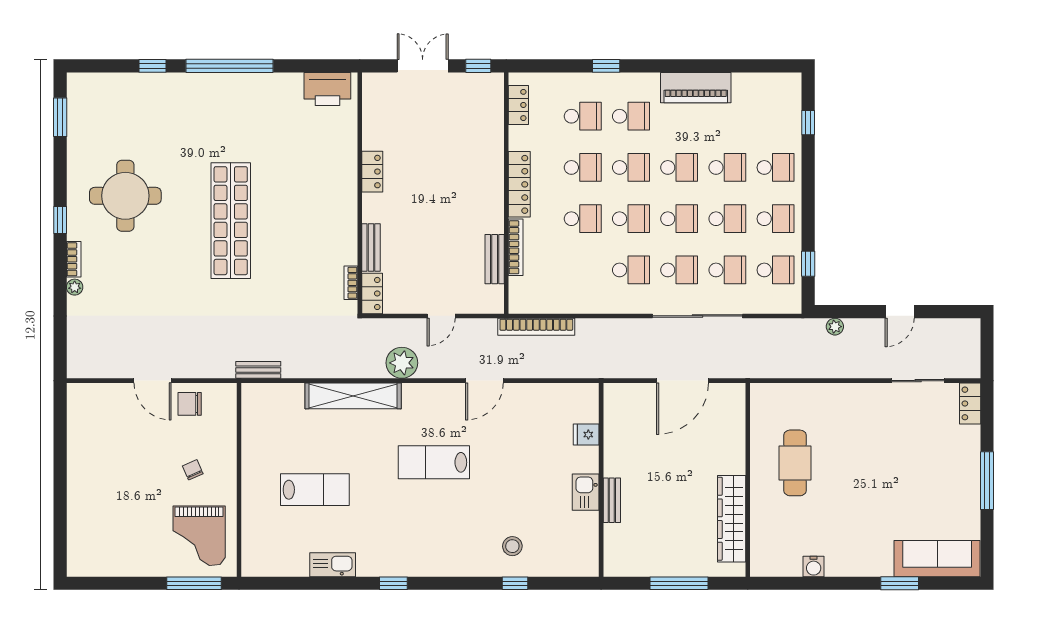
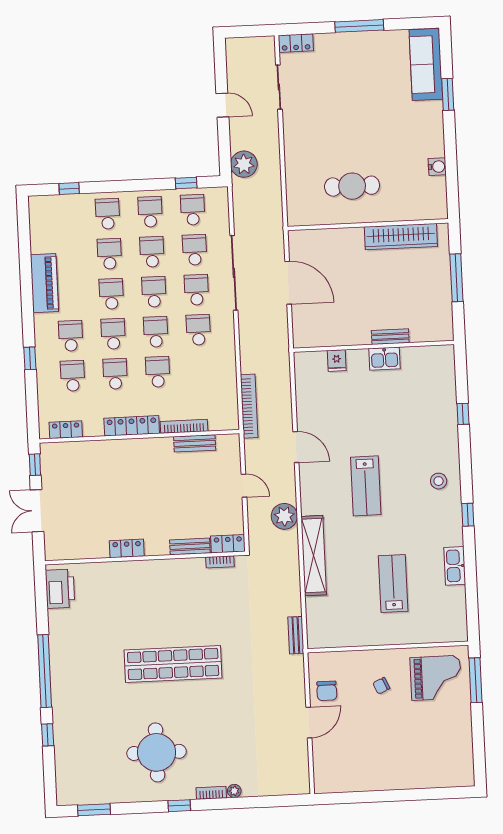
plant: (835, 327) -> (244, 164), width x1.88, depth x1.88
stool: (512, 546) -> (439, 481), moved

